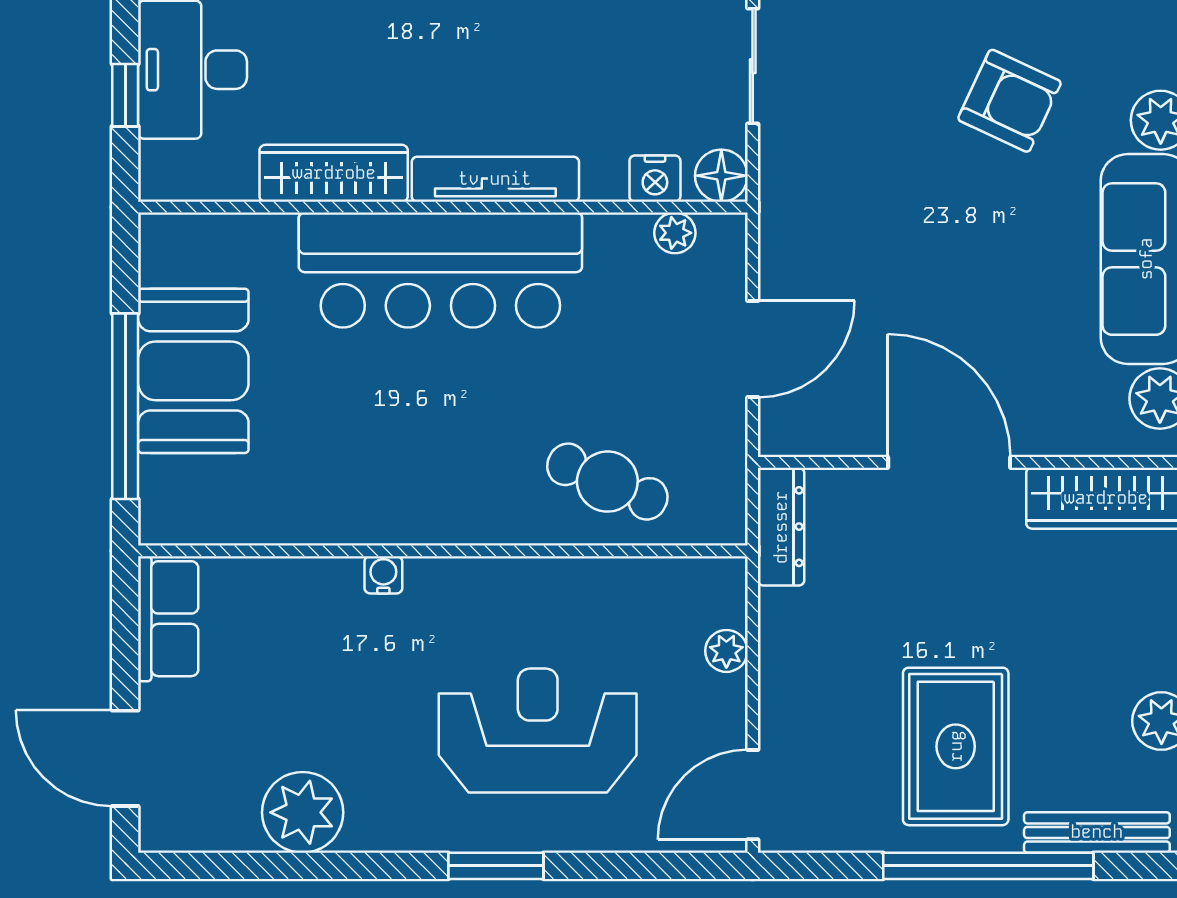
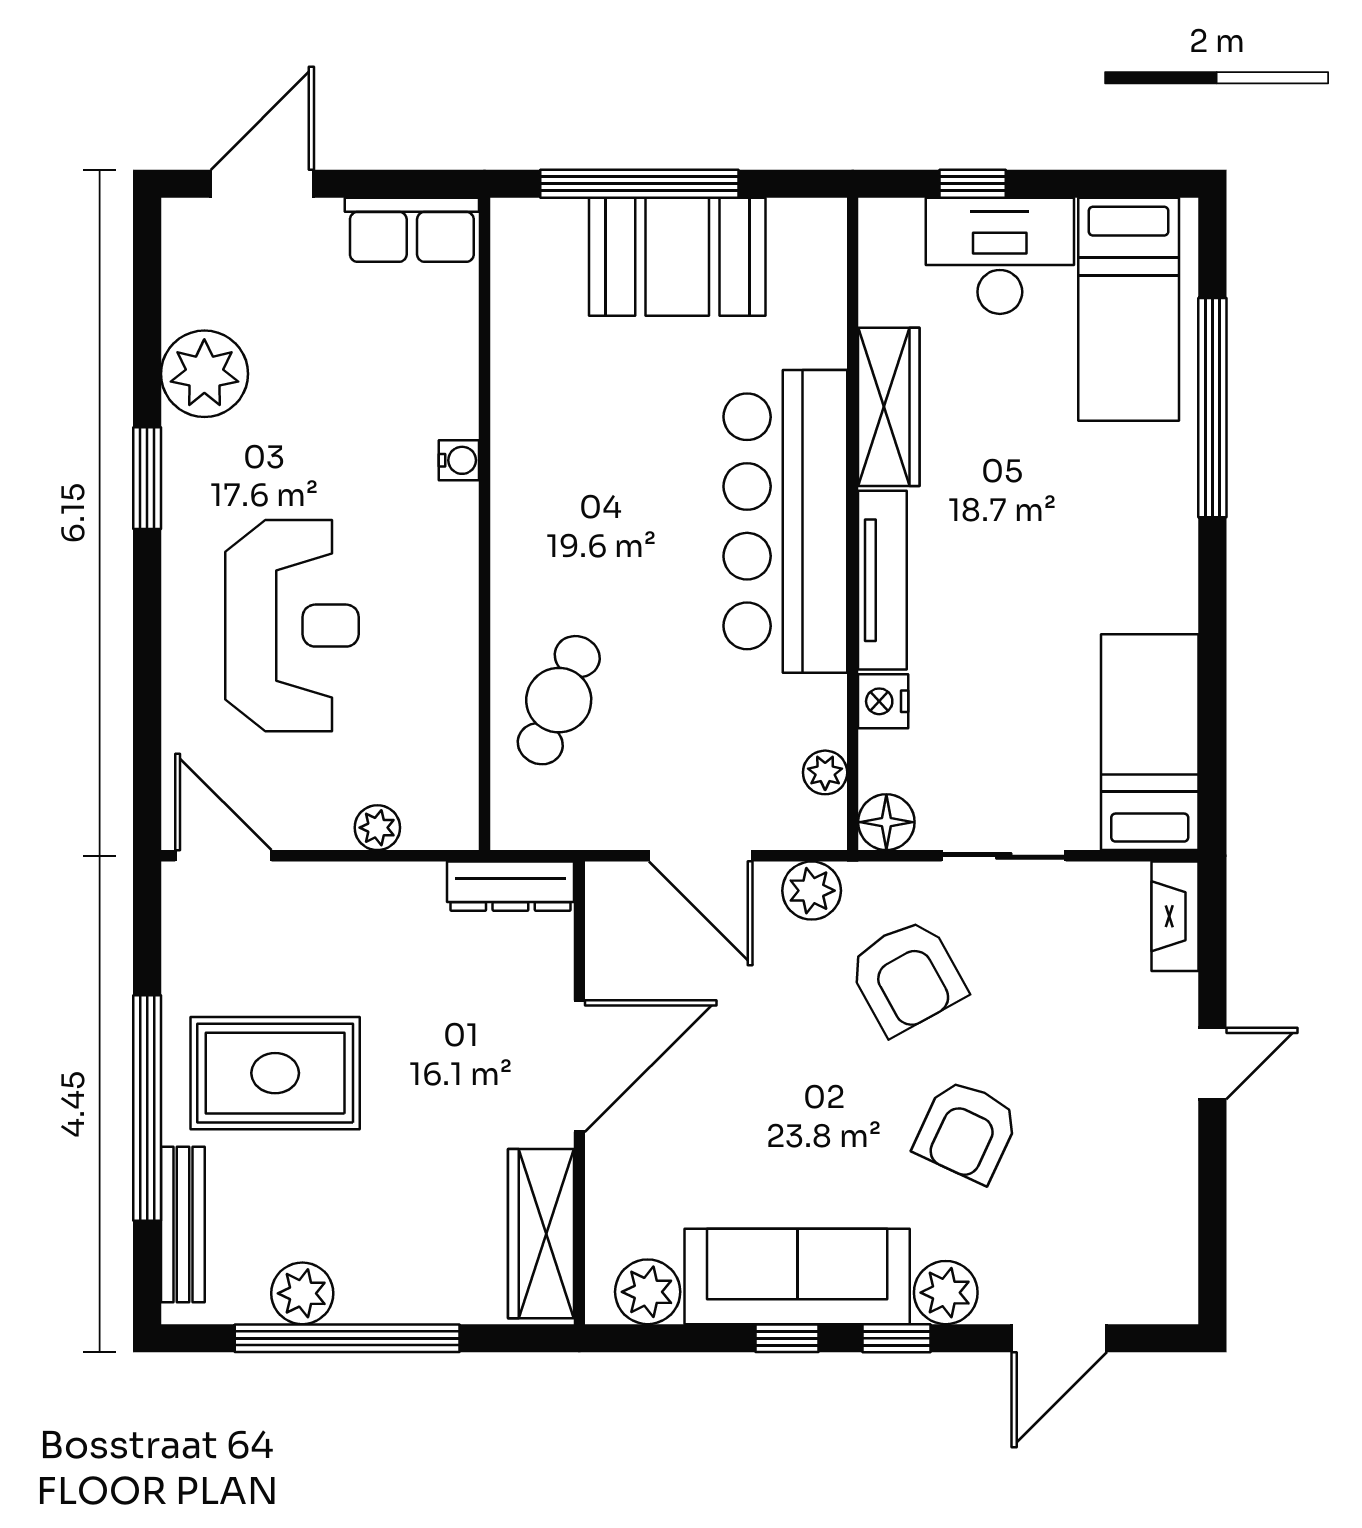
armchair: (865, 156) -> (907, 976), added
nightstand: (655, 179) -> (883, 701), moved
plant: (785, 245) -> (812, 891), added
window: (496, 866) -> (147, 478), moved

